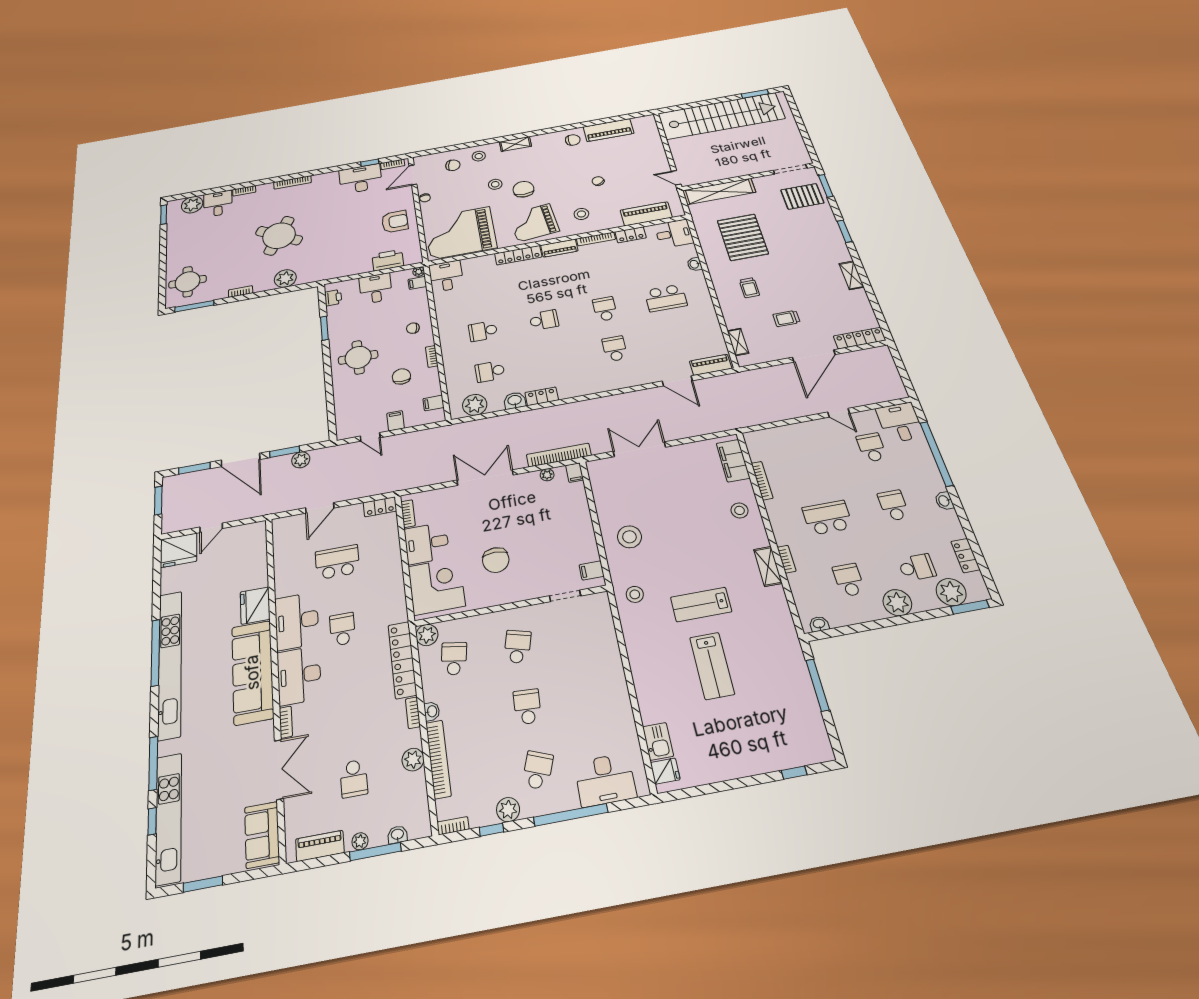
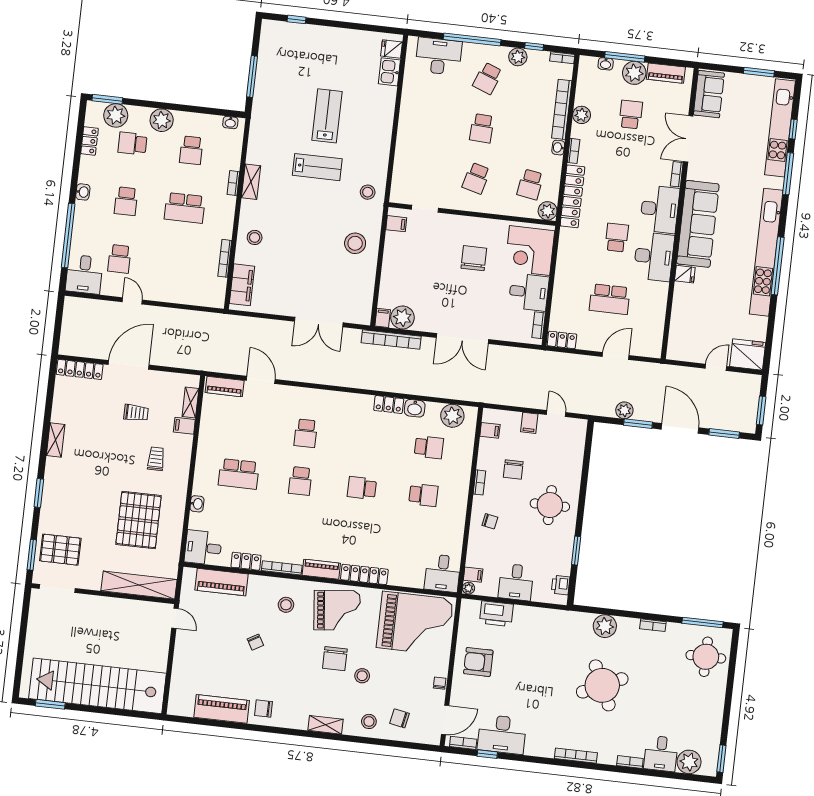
round table: (279, 236) -> (602, 685), turned 36
school desk: (666, 298) -> (239, 474), turned 180
filing cabinet: (735, 321) -> (184, 426), added
plant: (547, 475) -> (402, 318), width x1.88, depth x1.88
fridge: (255, 606) -> (685, 274), width x0.53, depth x0.75
school desk: (342, 629) -> (617, 238), turned 180
plant: (360, 841) -> (634, 73), width x1.87, depth x1.87

